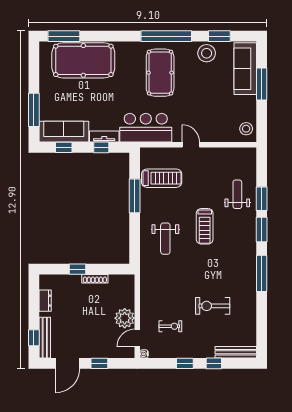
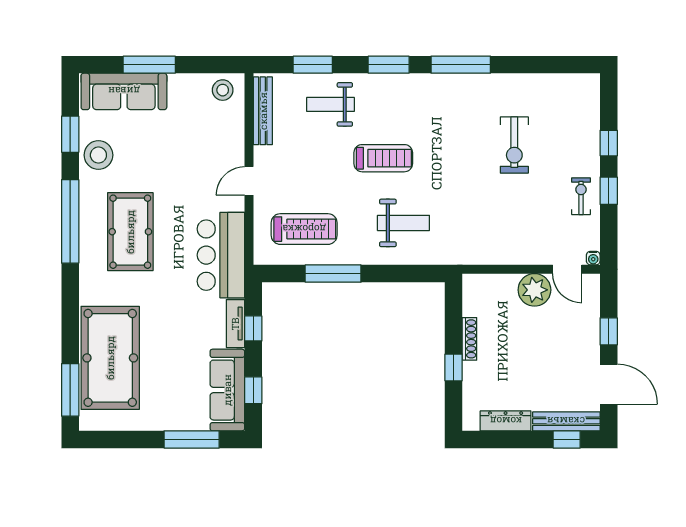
pool table: (160, 73) -> (130, 232), turned 90
treadmill: (162, 178) -> (304, 229), turned 90
window: (262, 199) -> (313, 65), moved
dresser: (45, 301) -> (506, 421), width x1.44
exercise bike: (170, 326) -> (581, 196), moved
bench: (236, 352) -> (263, 111), moved

